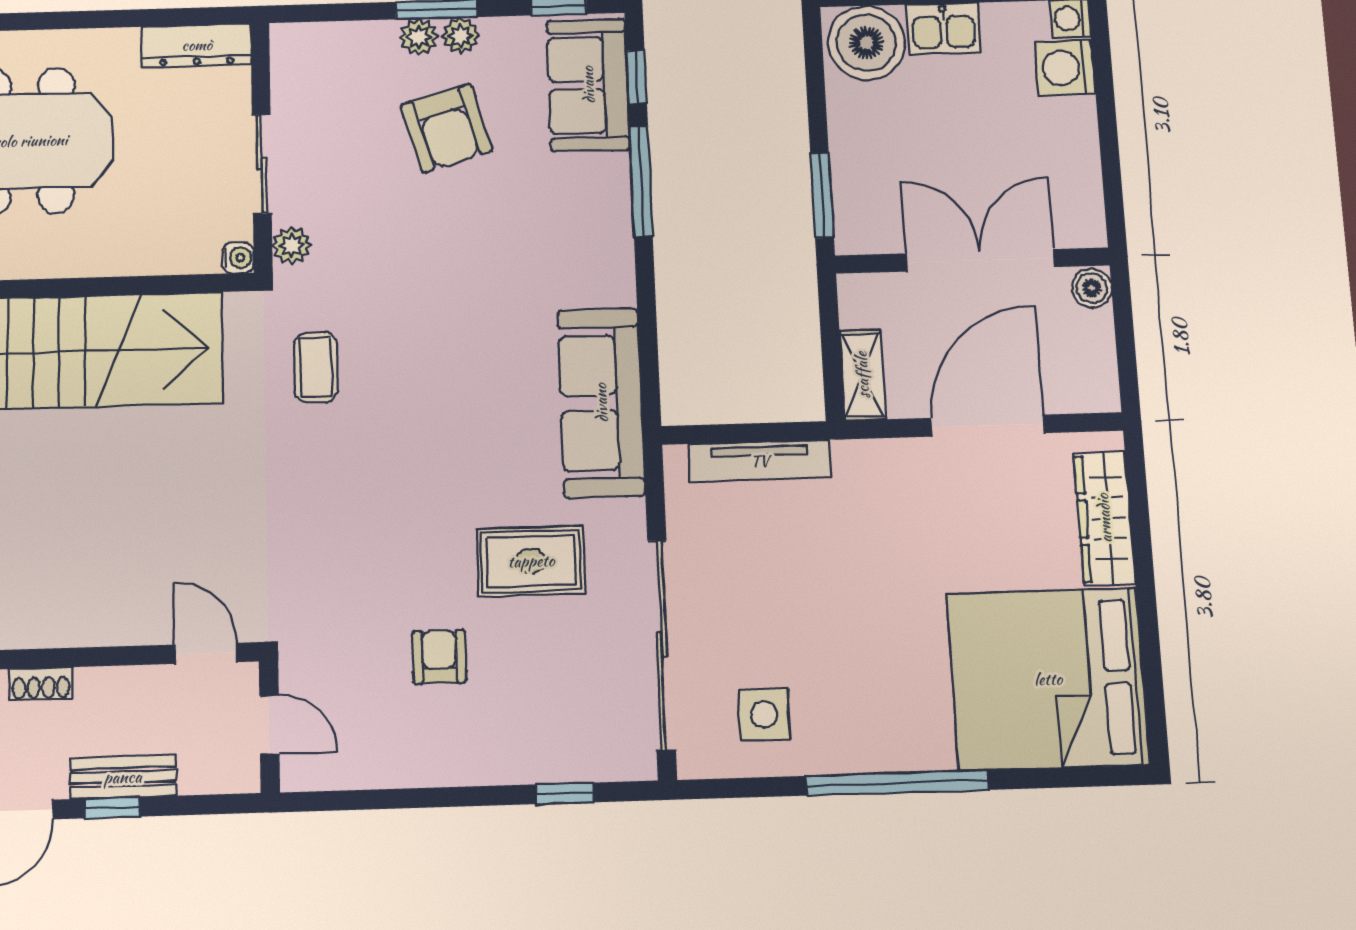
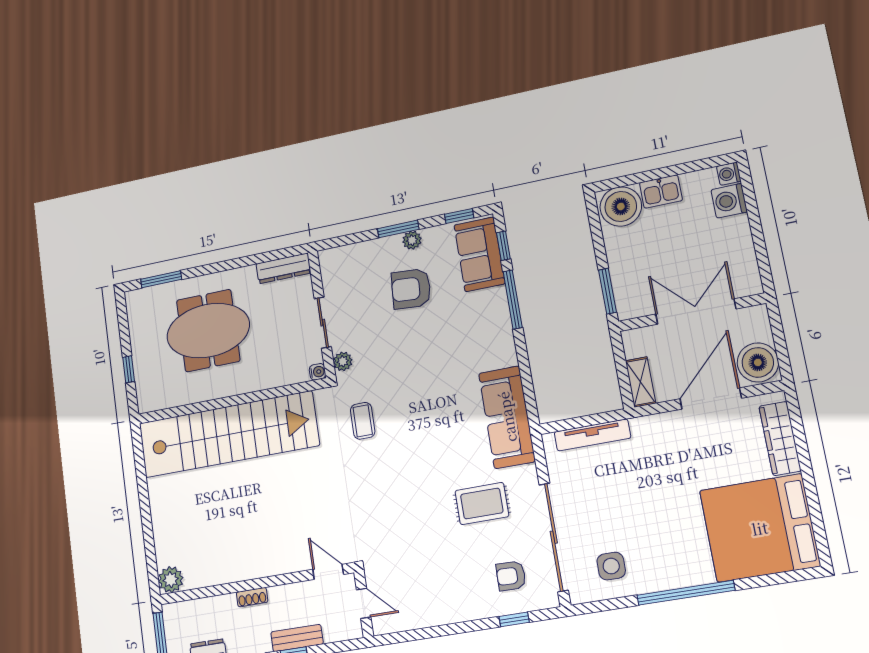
plant: (419, 37) -> (391, 245), removed
armchair: (447, 128) -> (411, 289), turned 110
boiler: (1092, 288) -> (758, 362), moved, width x1.86, depth x1.86
armchair: (439, 657) -> (511, 576), moved, turned -89

